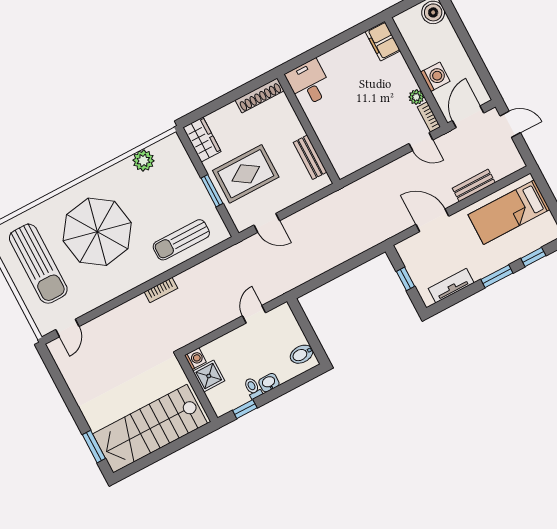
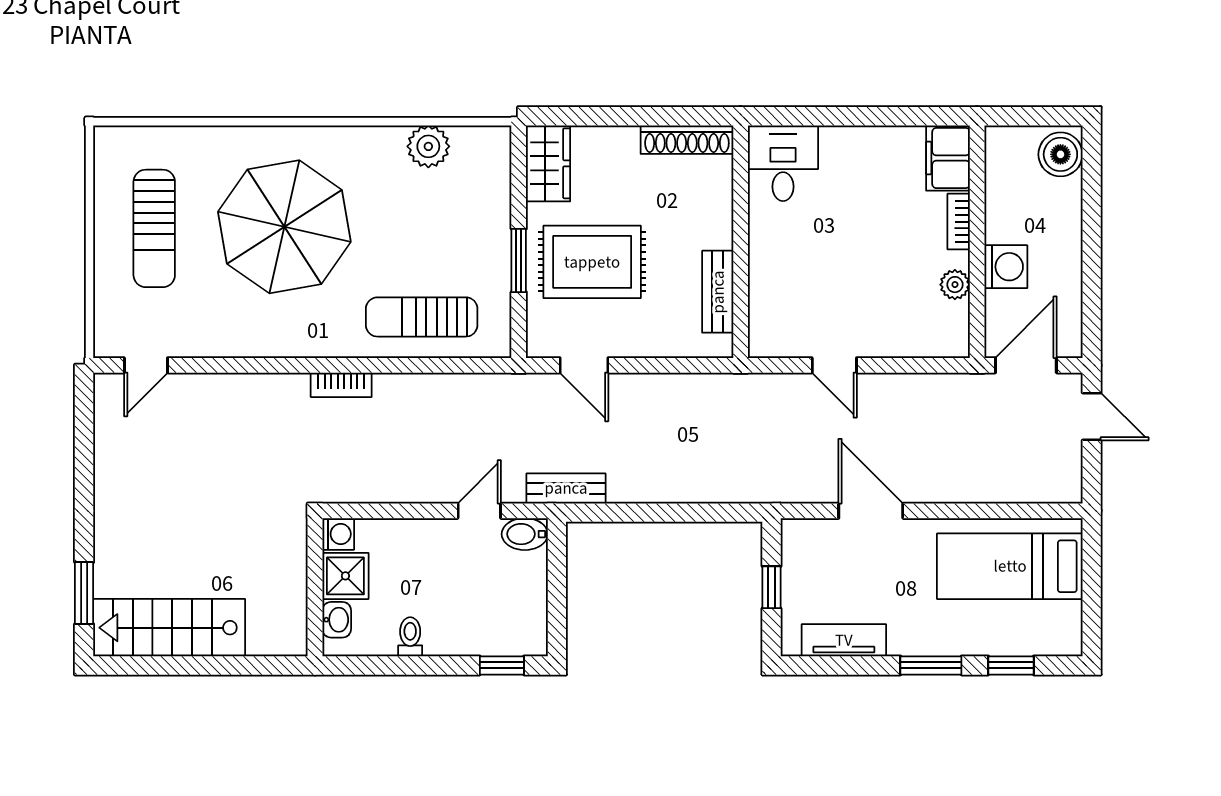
bookcase: (429, 117) -> (959, 222), moved
door: (421, 142) -> (834, 365), moved
bench: (474, 185) -> (566, 488), moved
sun lounger: (38, 264) -> (154, 228), width x0.73, depth x0.75
bidet: (302, 354) -> (525, 534), moved
washbasin: (269, 383) -> (337, 620), moved, turned 90
window: (245, 409) -> (502, 665), moved
stairs: (150, 429) -> (169, 628), width x0.73, depth x0.66

